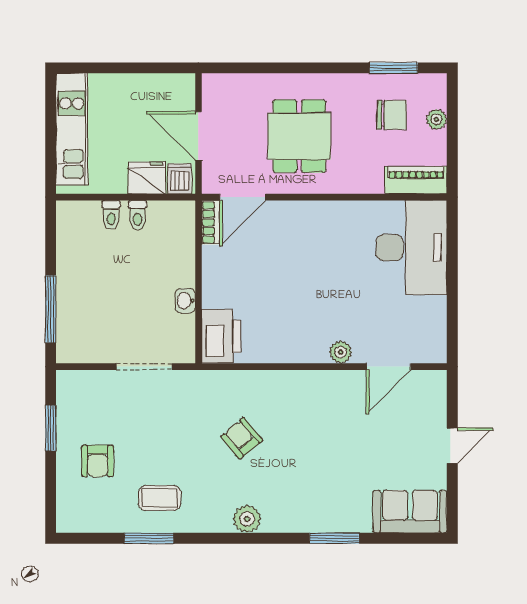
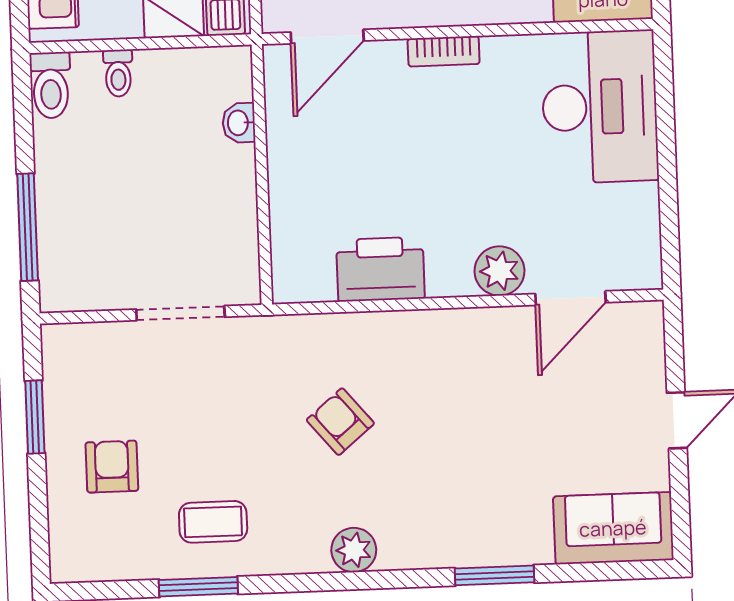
toilet: (138, 215) -> (51, 85), moved, width x1.37, depth x1.39
bookcase: (211, 222) -> (444, 51), moved, turned 90
washbasin: (185, 301) -> (239, 123), moved
printer: (221, 336) -> (380, 269), moved, turned -90
plant: (341, 352) -> (499, 271), width x1.38, depth x1.38
armchair: (98, 461) -> (112, 467), turned 180

